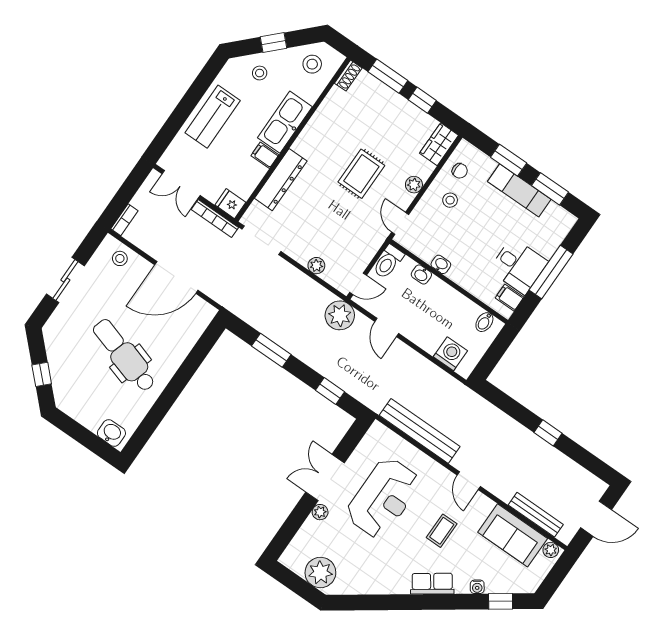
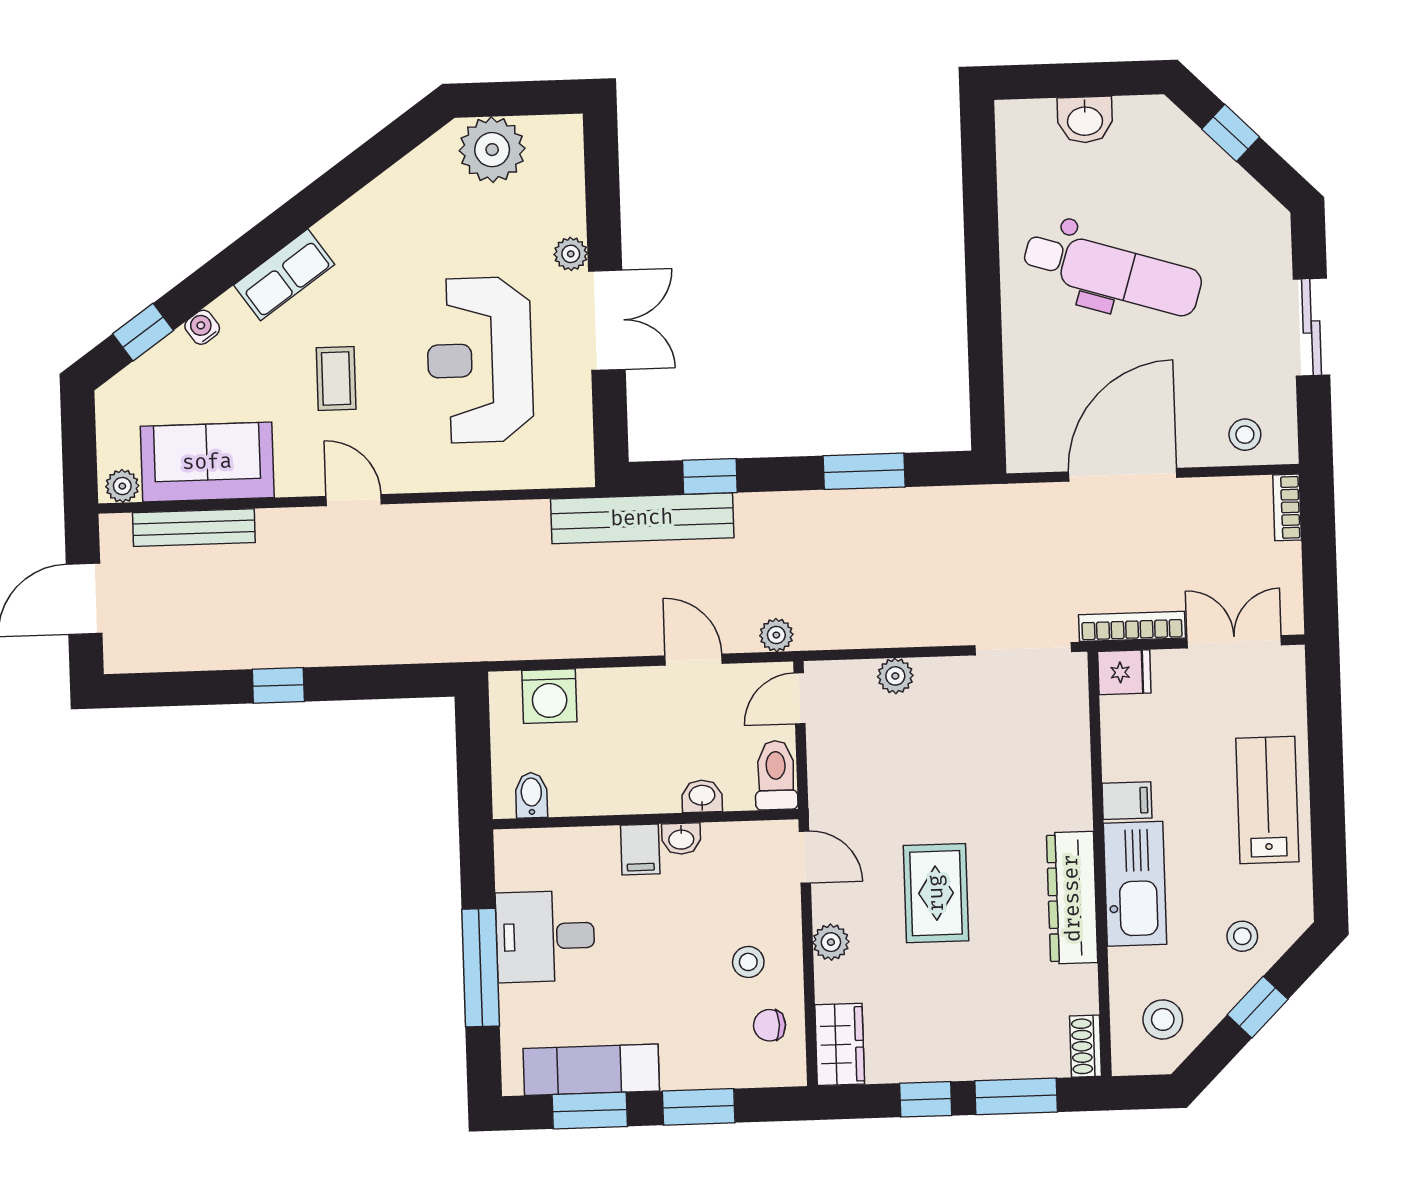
dresser: (281, 180) -> (1072, 898), moved
exam couch: (519, 190) -> (591, 1070), moved
filing cabinet: (510, 298) -> (640, 850), moved, turned 90
plant: (340, 315) -> (776, 635), width x0.53, depth x0.53
bench: (420, 431) -> (642, 518), moved
washbasin: (111, 433) -> (1085, 120), moved

